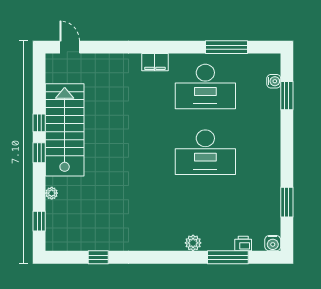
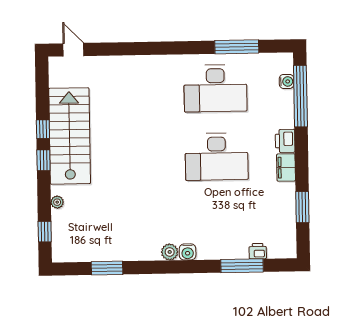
filing cabinet: (155, 62) -> (286, 167), moved, turned 90
window: (287, 96) -> (300, 96), width x2.11
printer: (271, 138) -> (285, 141), added
plant: (193, 243) -> (170, 252), moved
water cooler: (273, 243) -> (188, 252), moved
window: (98, 257) -> (107, 268), width x1.50

